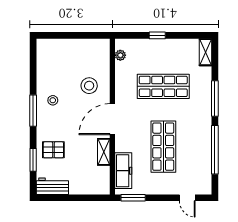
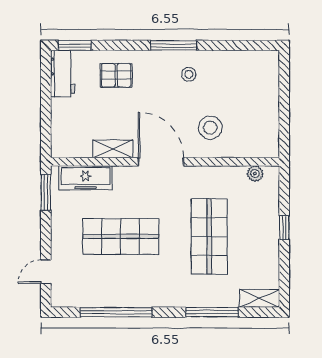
window: (215, 99) -> (212, 312), moved
pallet: (53, 150) -> (116, 75), turned 90
window: (33, 160) -> (75, 45), moved

